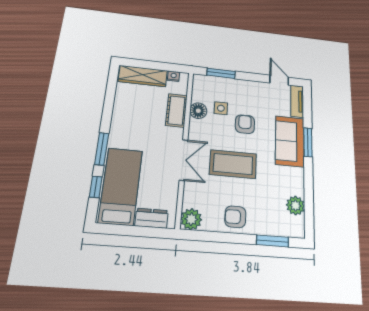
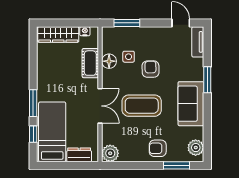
sofa: (290, 141) -> (191, 104), moved
plant: (295, 206) -> (196, 148), moved
armchair: (235, 217) -> (158, 148), moved

